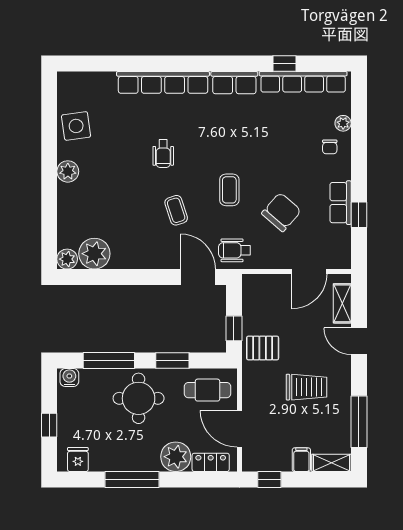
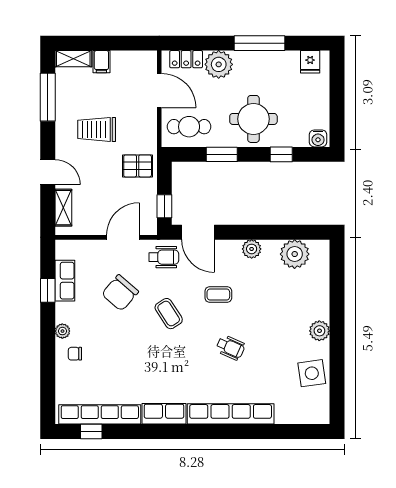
window: (284, 64) -> (91, 431), moved
plant: (343, 123) -> (62, 331), moved
chair: (330, 147) -> (75, 354), turned -90
wheelchair: (163, 154) -> (230, 347), turned 114
coffee table: (229, 190) -> (169, 314), turned -33
row of seats: (341, 203) -> (65, 281), moved
coffee table: (176, 210) -> (218, 295), turned -72
plant: (67, 259) -> (252, 249), moved
door: (309, 272) -> (123, 237), moved
window: (234, 328) -> (164, 206), moved
window: (109, 360) -> (281, 154), width x0.46
window: (49, 425) -> (337, 94), removed
window: (269, 480) -> (131, 43), removed

